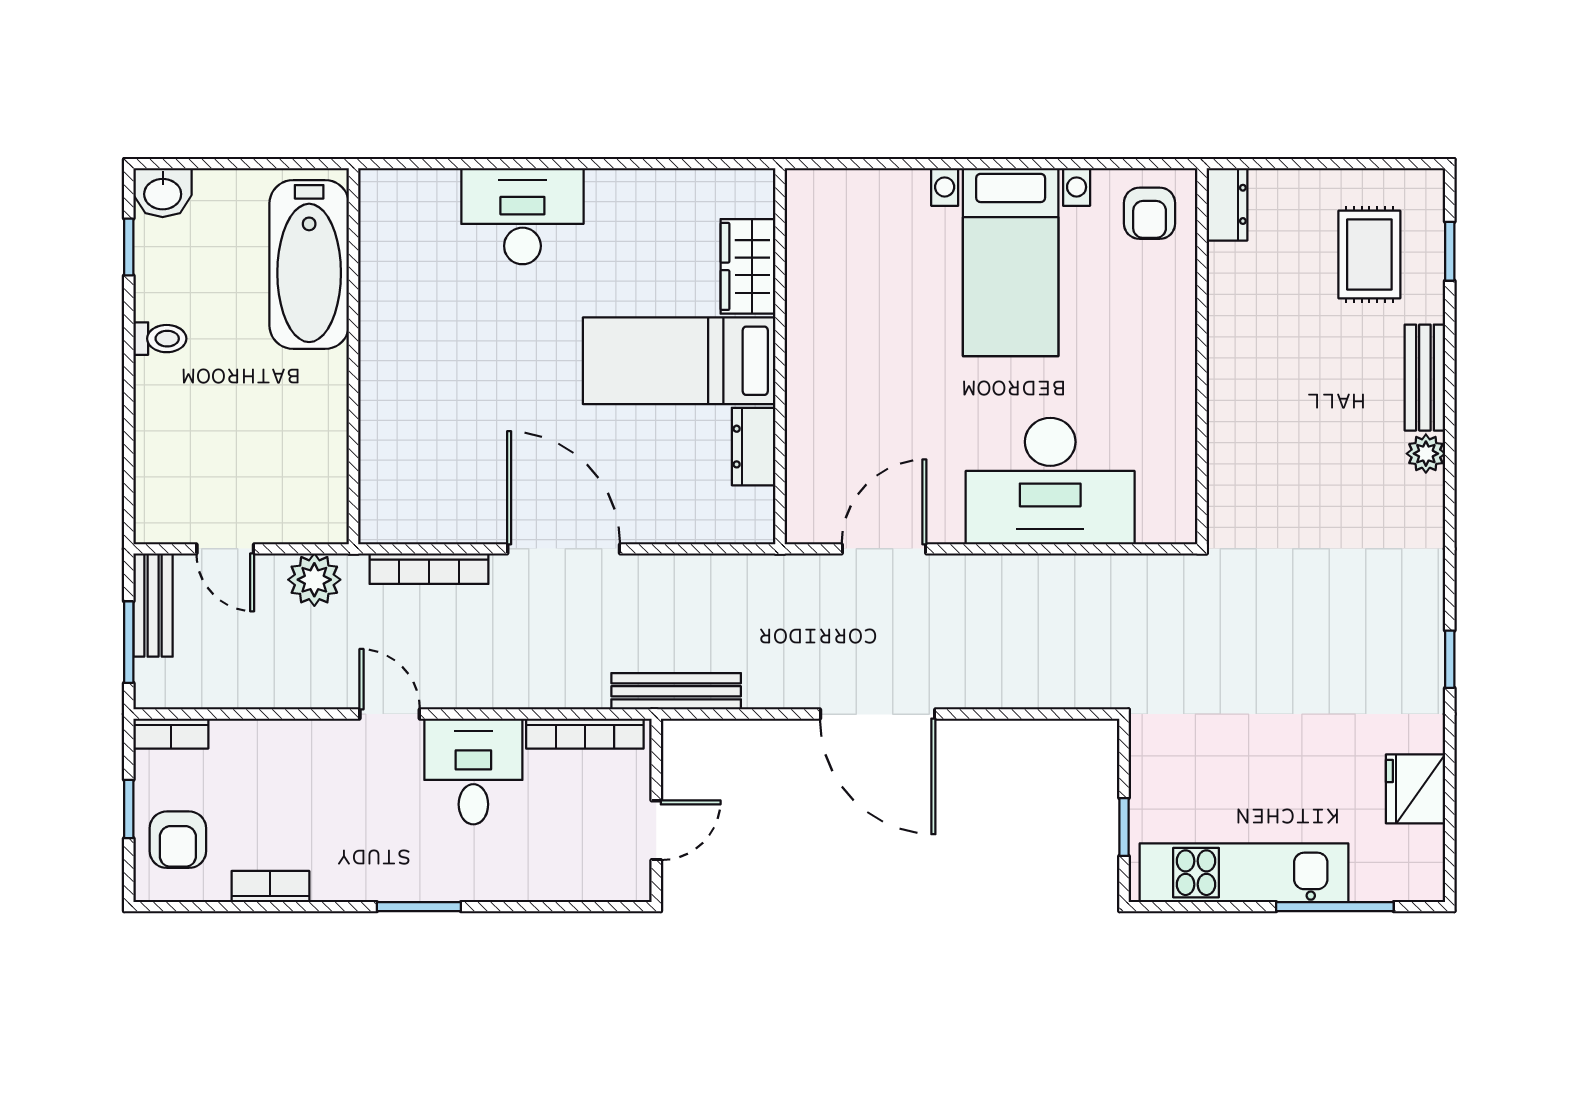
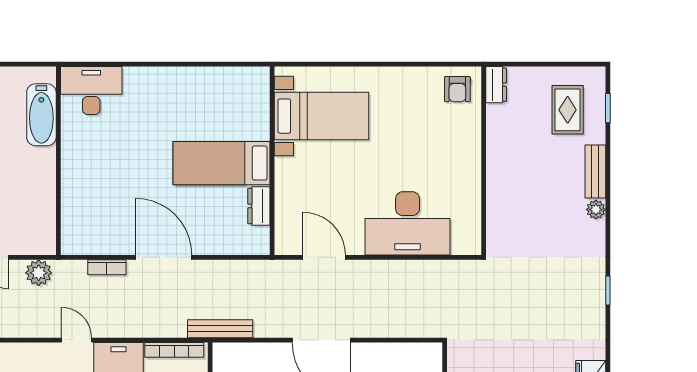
desk: (522, 216) -> (91, 91), moved
bed with nightstands: (1011, 262) -> (322, 116), moved, turned -90
bathtub: (309, 264) -> (41, 115), width x0.73, depth x0.73
wardrobe: (748, 266) -> (256, 116), removed
door: (884, 549) -> (324, 257), hinge flipped
bookcase: (429, 569) -> (107, 267), width x0.64
window: (1450, 659) -> (608, 290), moved

